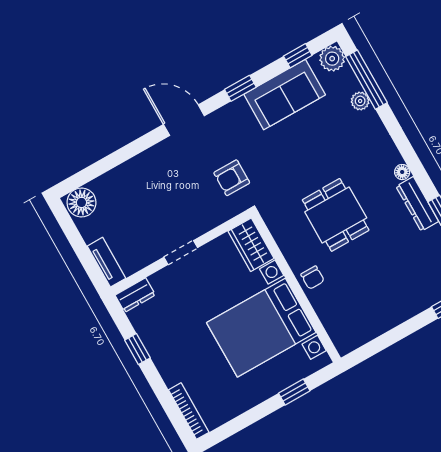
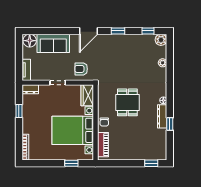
window: (366, 80) -> (170, 56), removed
sofa: (285, 95) -> (53, 43), moved
door: (184, 120) -> (89, 31), swing flipped
armchair: (232, 178) -> (81, 69), moved
piano: (335, 322) -> (103, 145), added

